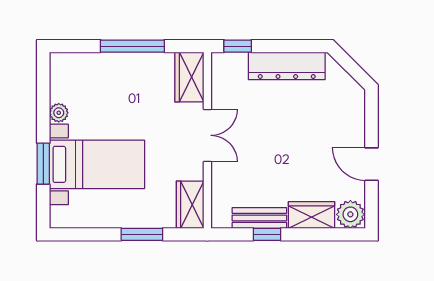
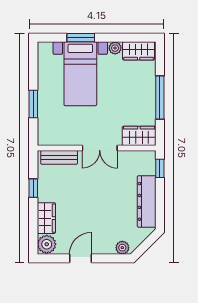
plant: (355, 102) -> (122, 248), added
wardrobe: (190, 205) -> (139, 51), moved, turned 180
bench: (259, 218) -> (59, 157), moved, turned 90

